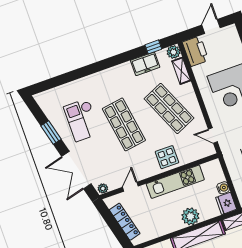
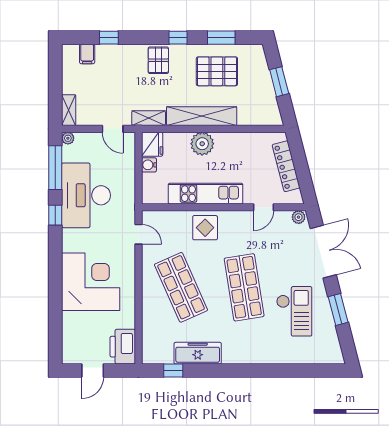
plant: (173, 52) -> (151, 355), removed
freezer: (145, 64) -> (198, 353), width x1.40
shelving: (181, 71) -> (149, 328), removed

